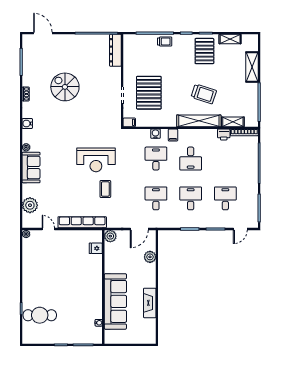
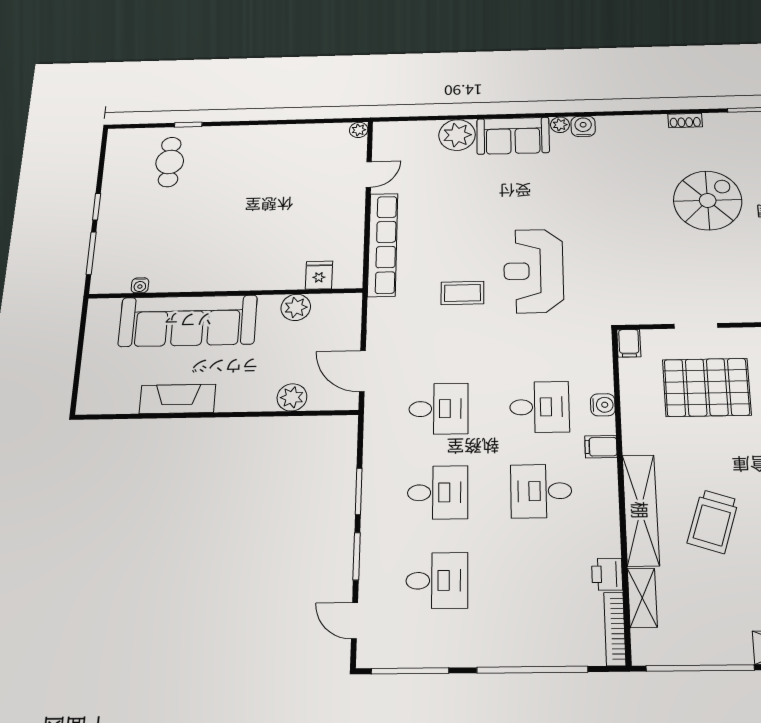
water cooler: (27, 123) -> (583, 126), moved
plant: (30, 205) -> (457, 135), moved
plant: (110, 236) -> (296, 307), moved
cafe table: (40, 315) -> (170, 162), width x0.73, depth x0.74

